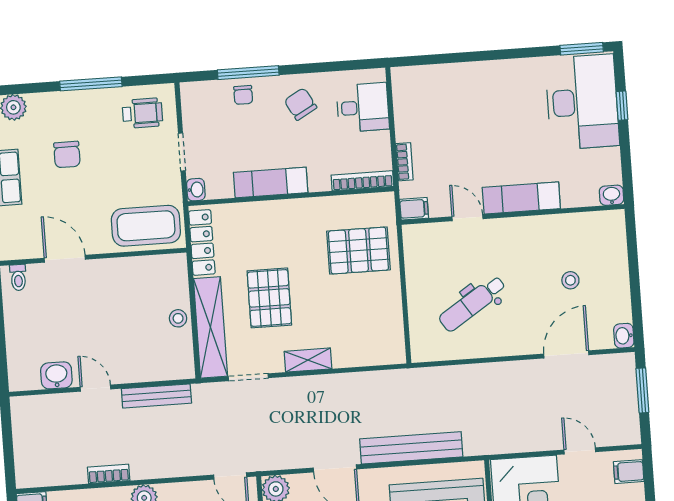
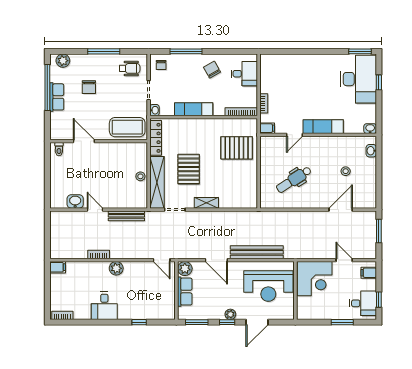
chair: (243, 95) -> (161, 65), moved
door: (467, 218) -> (294, 135), swing flipped
washbasin: (624, 336) -> (371, 151), moved

